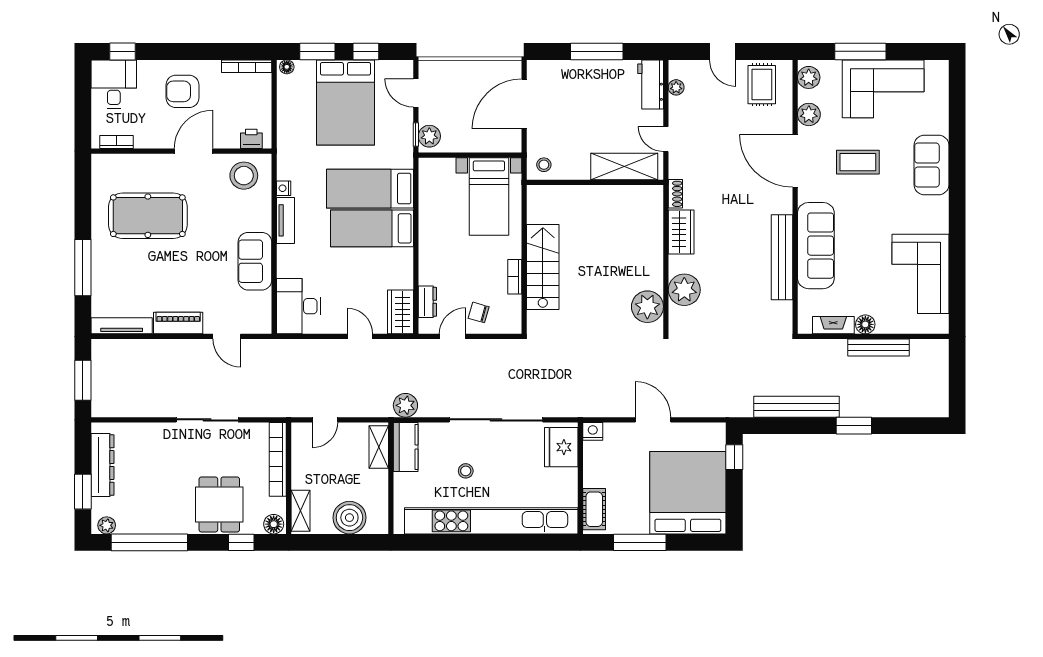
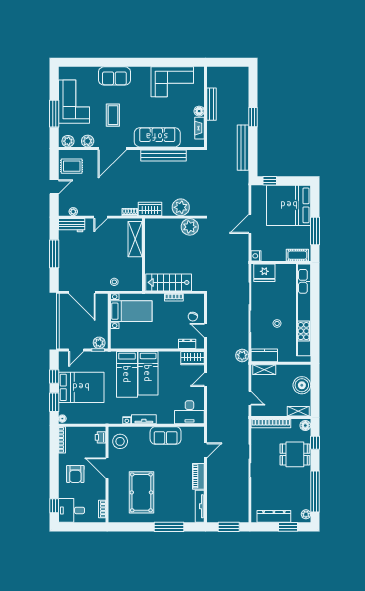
shelving: (624, 166) -> (135, 239), moved
wall: (595, 182) -> (144, 255), moved

